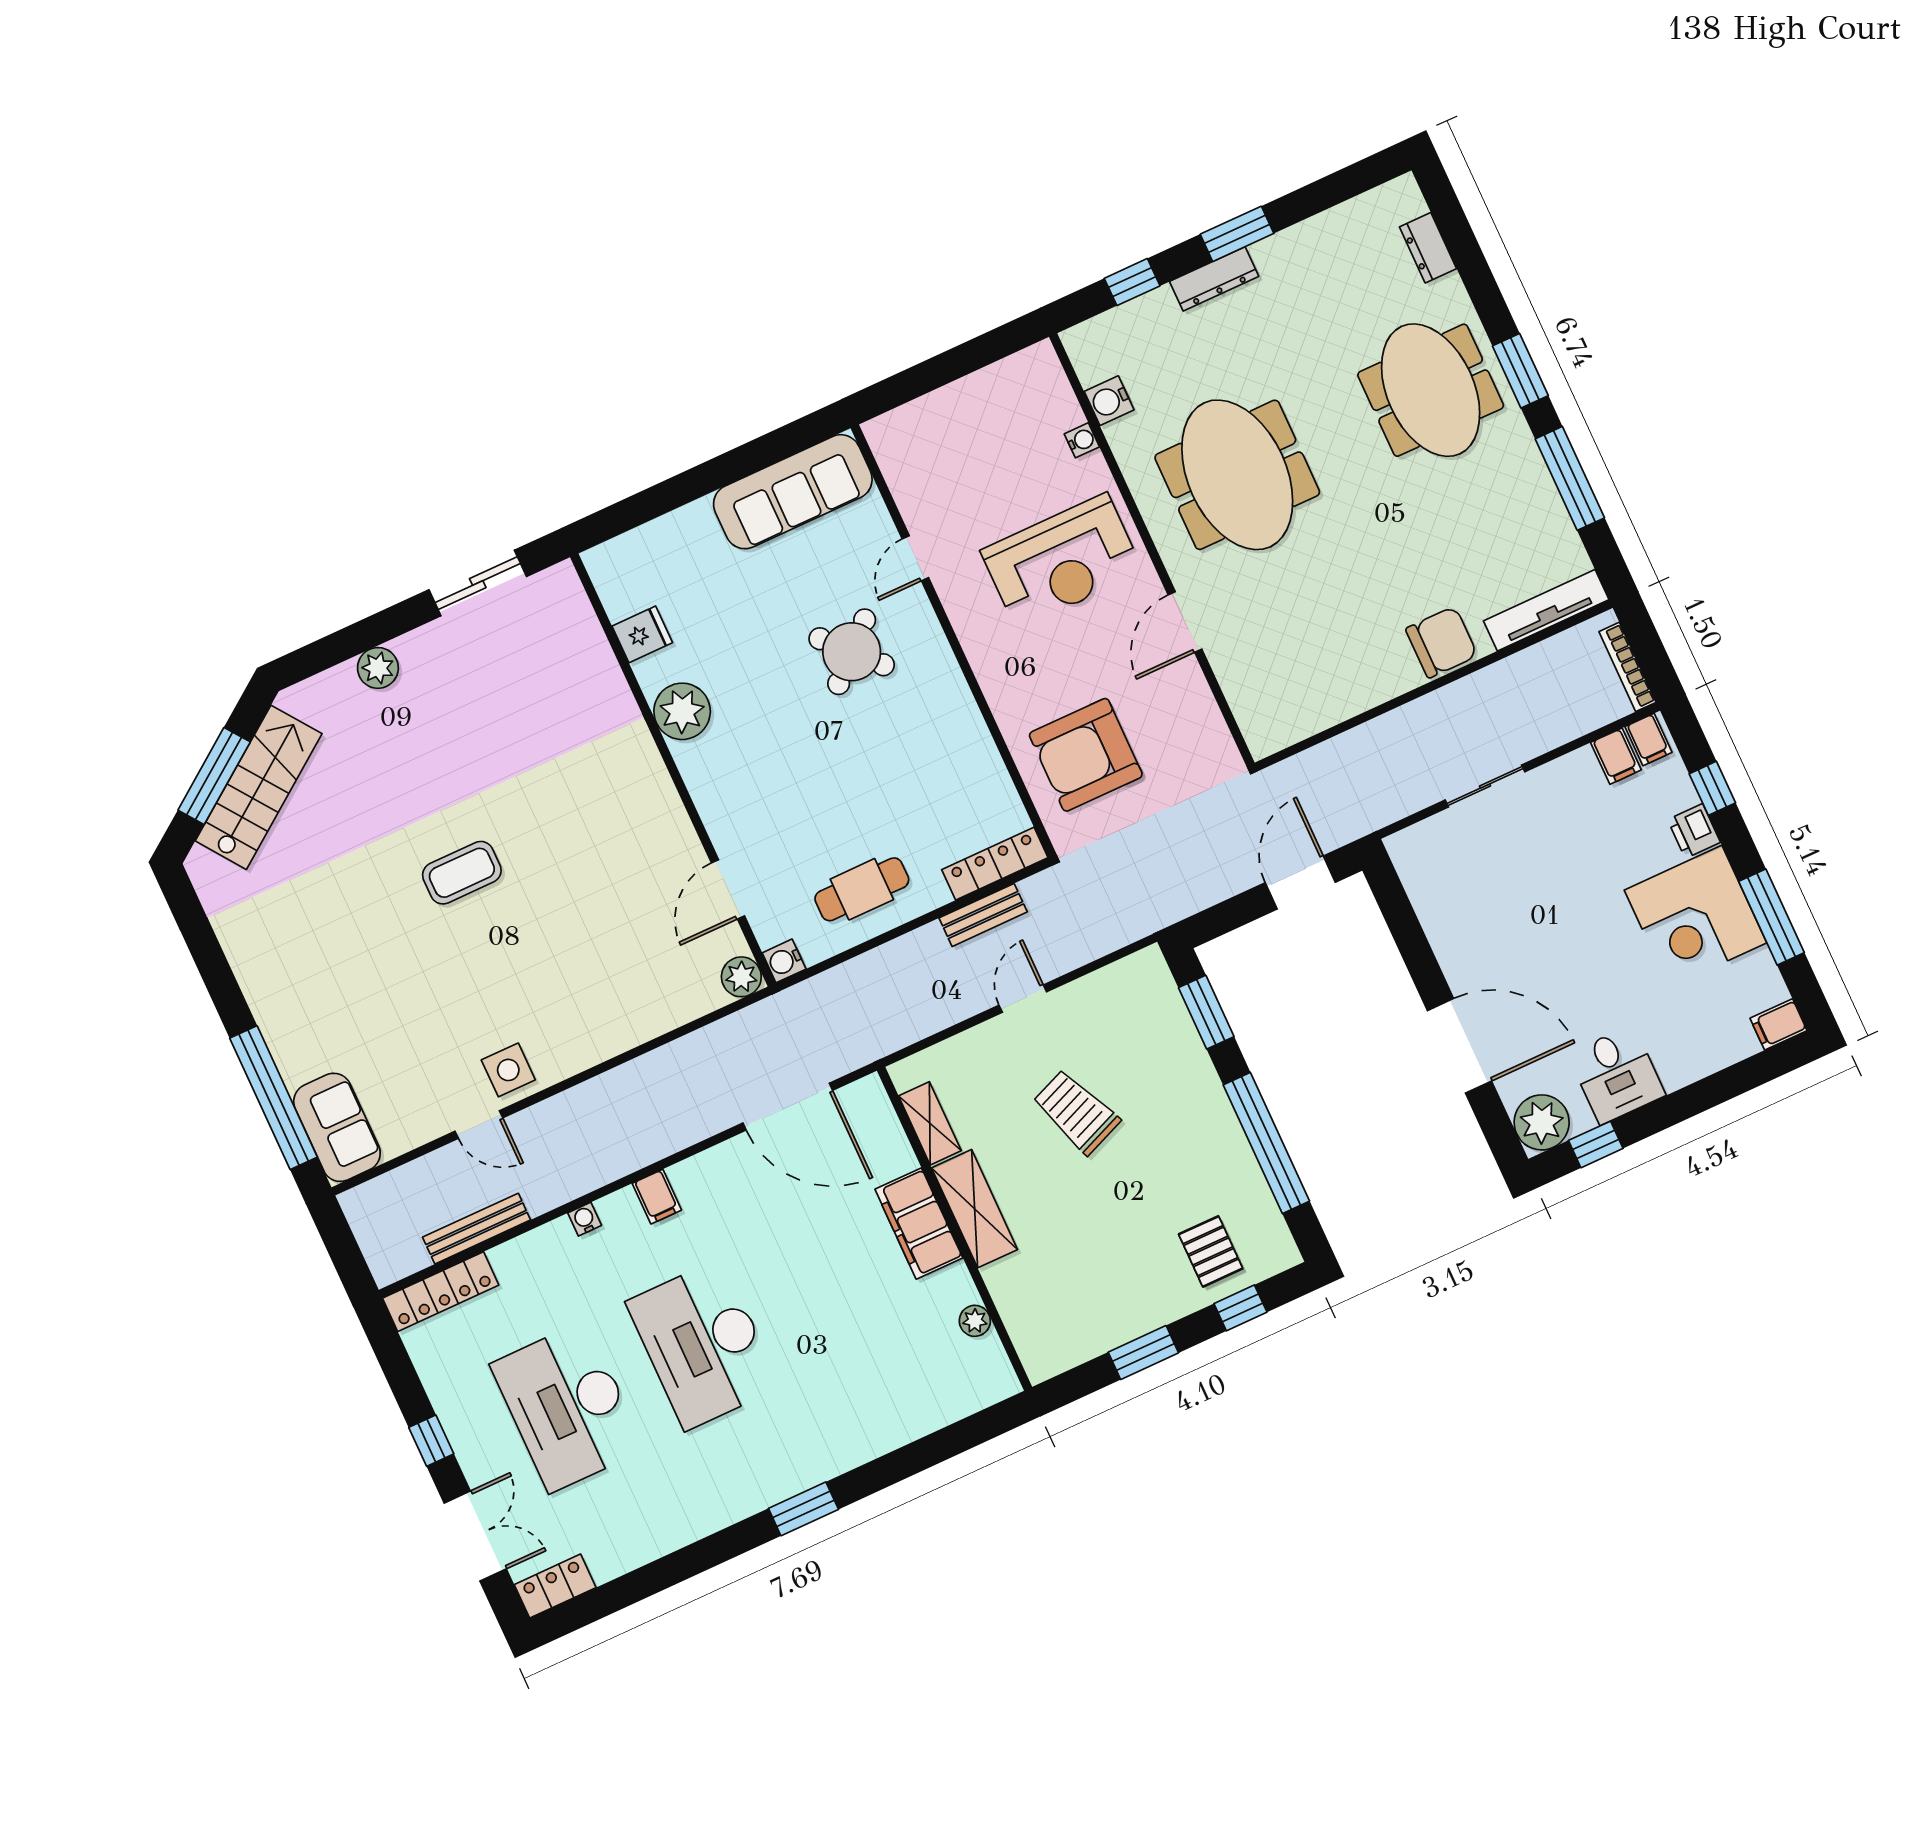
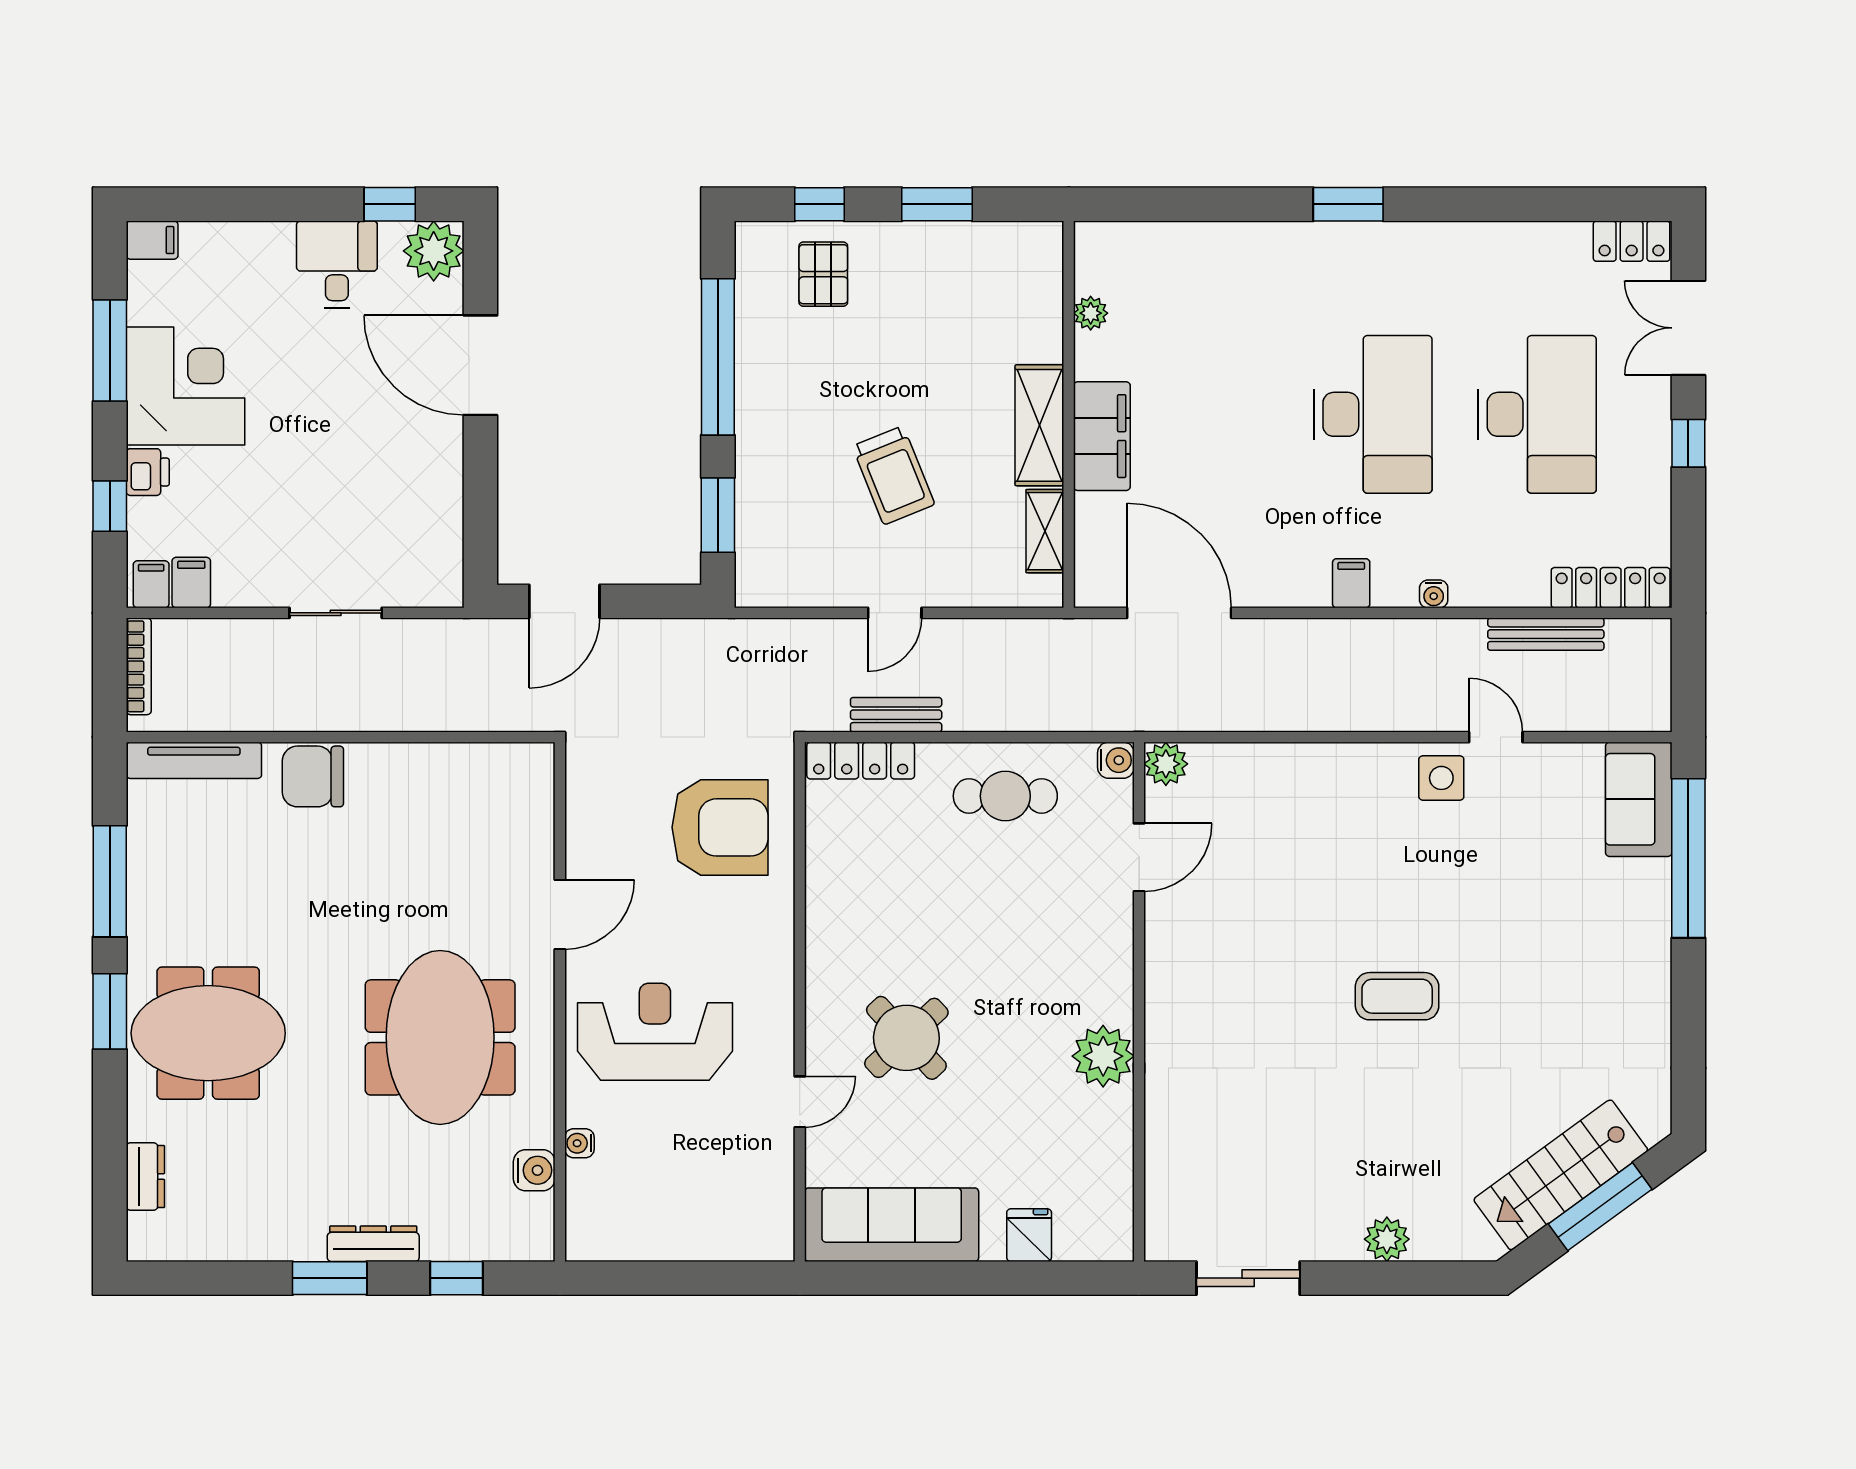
meeting table: (1431, 390) -> (208, 1033), turned 90
fridge: (642, 634) -> (1029, 1235), moved, turned 90

